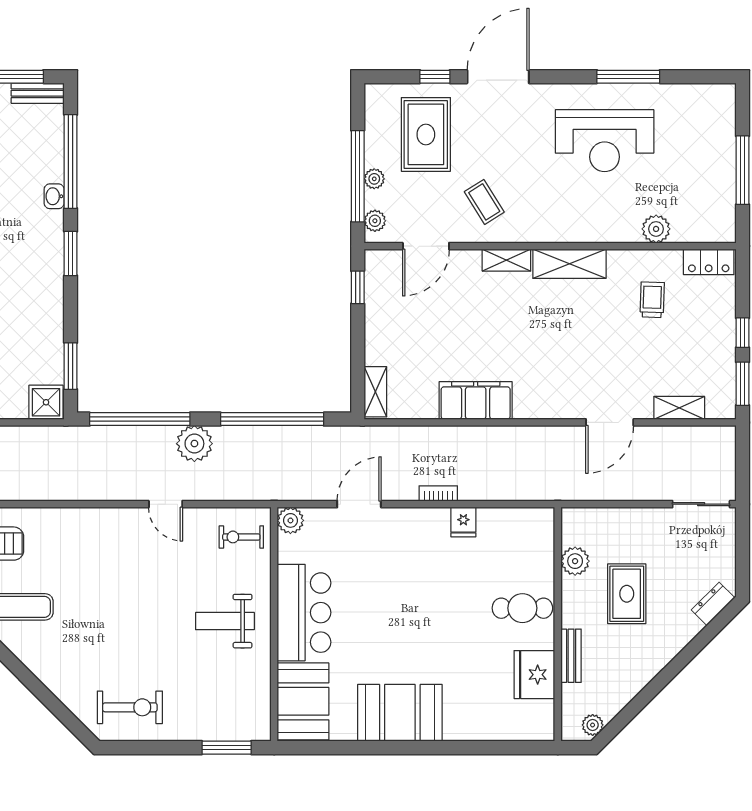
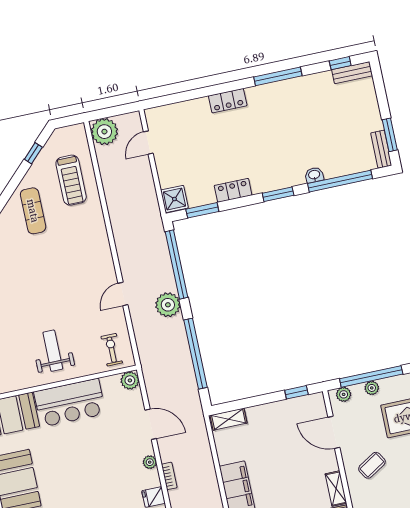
locker: (51, 316) -> (233, 190), added
plant: (413, 517) -> (150, 462), added

